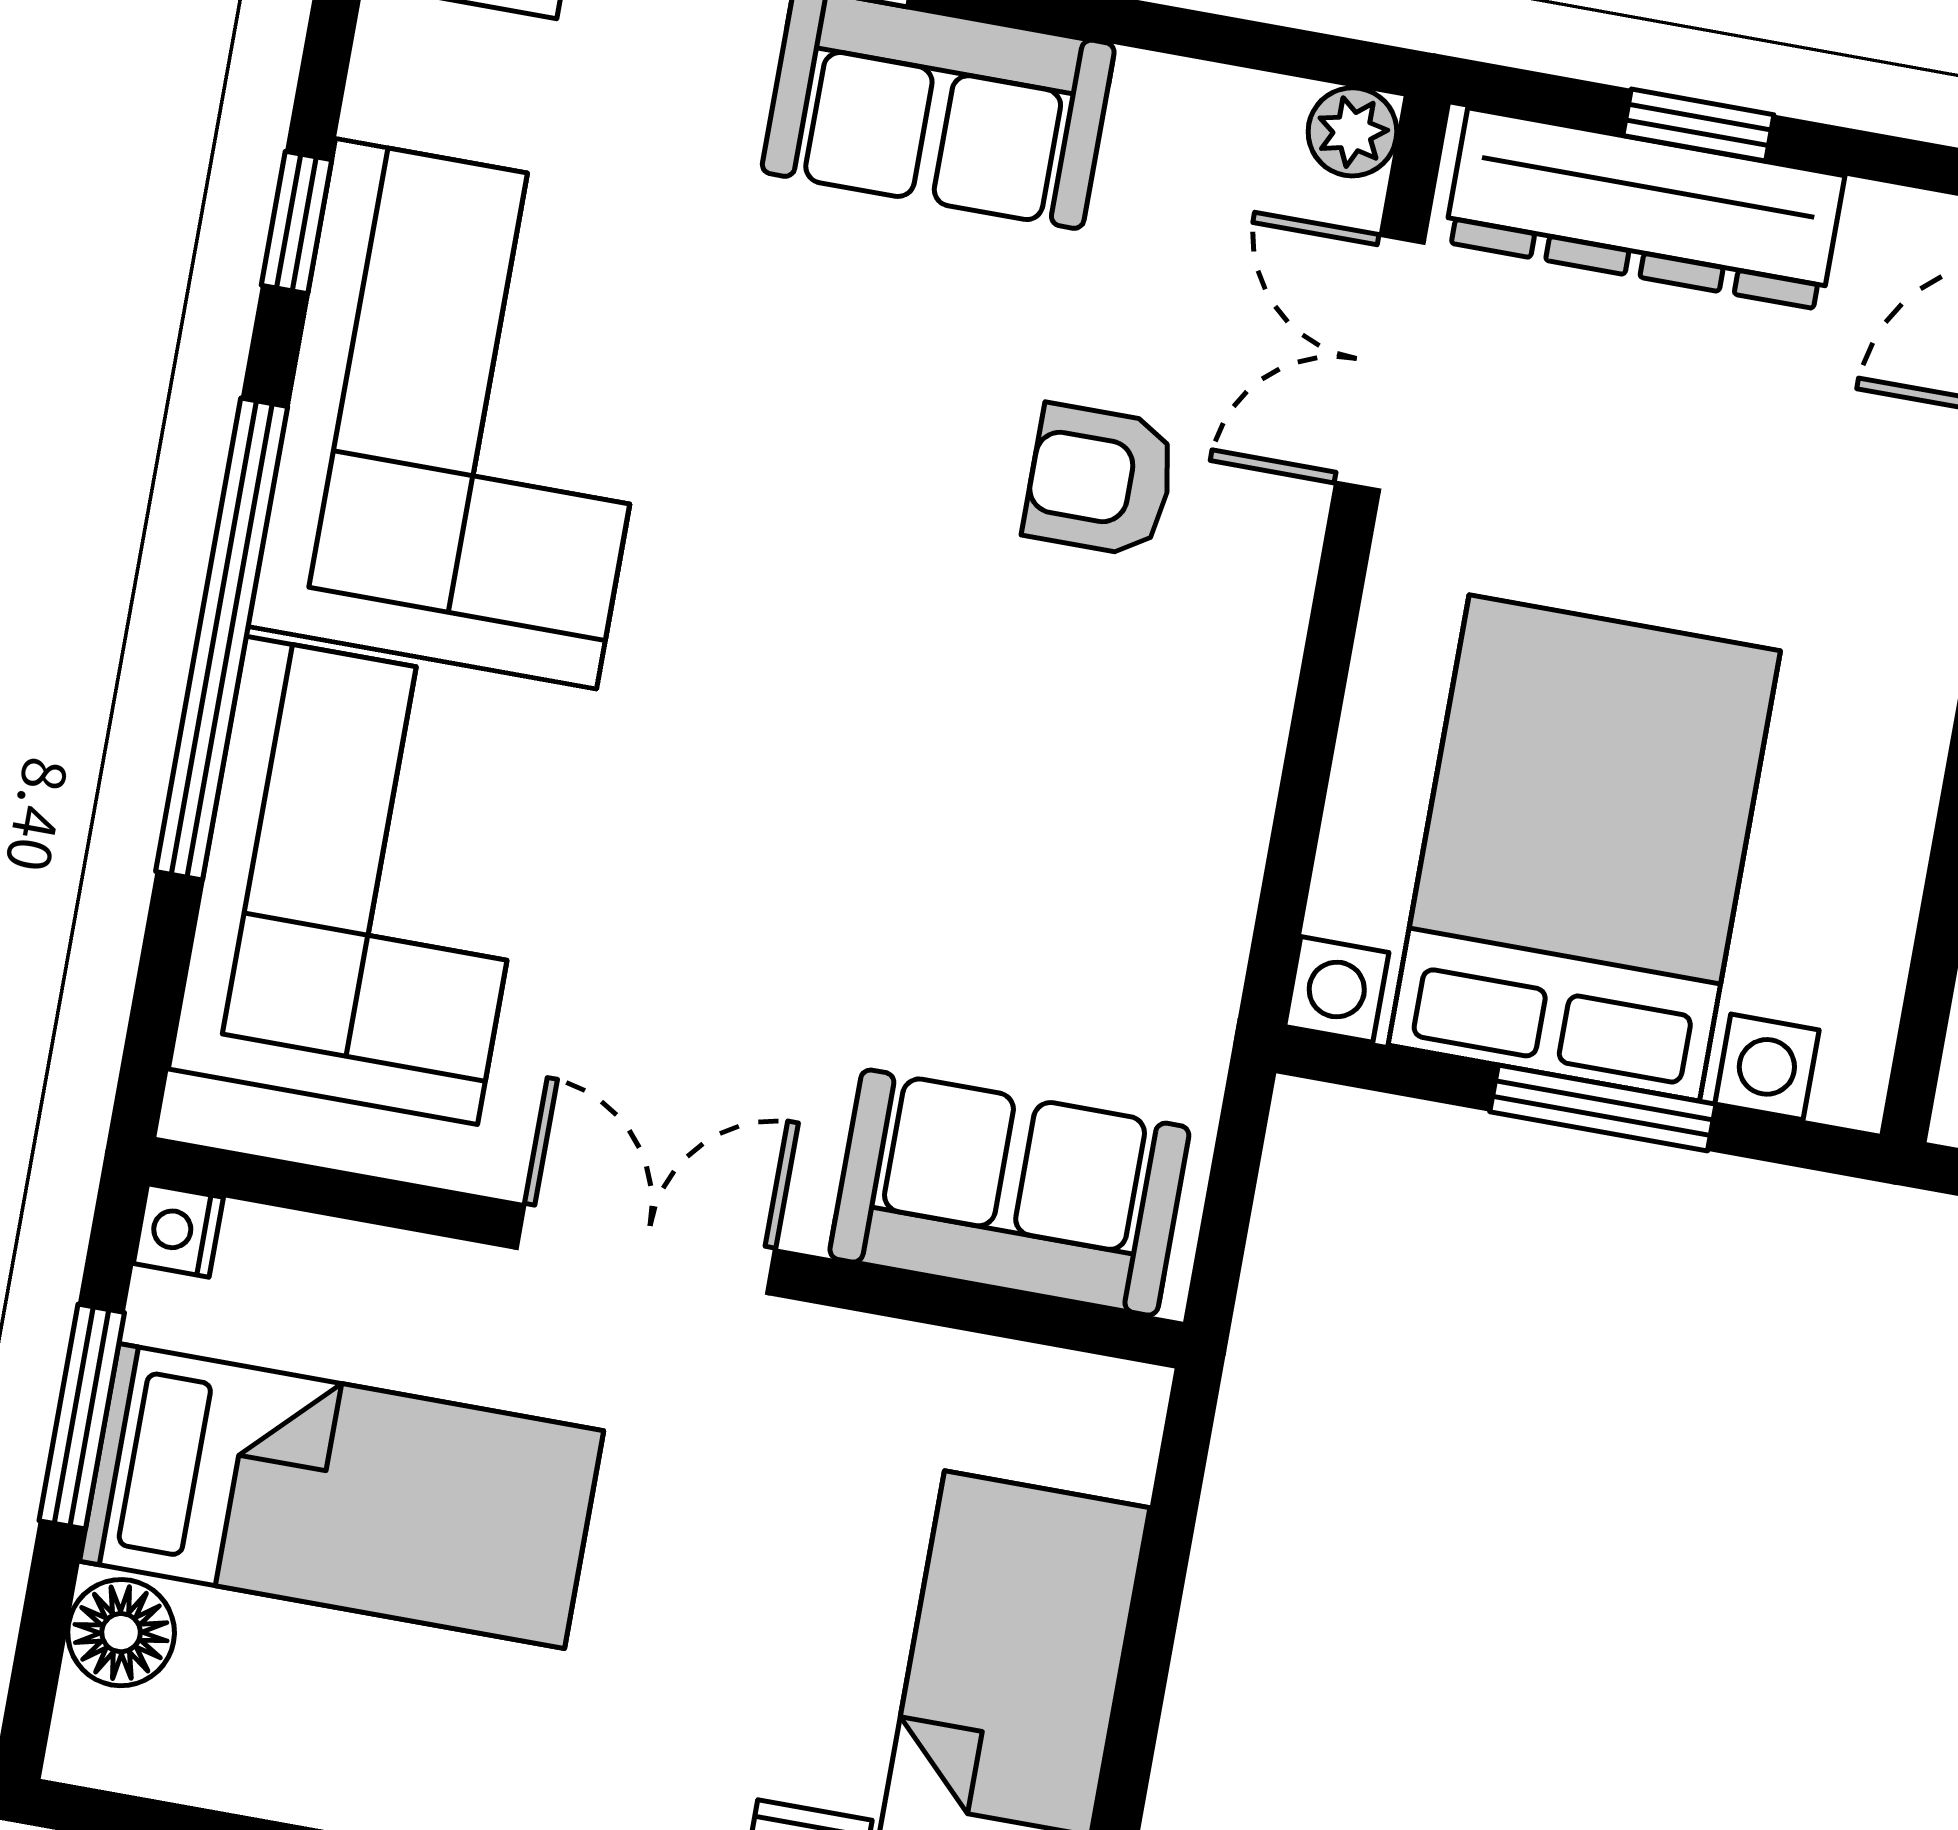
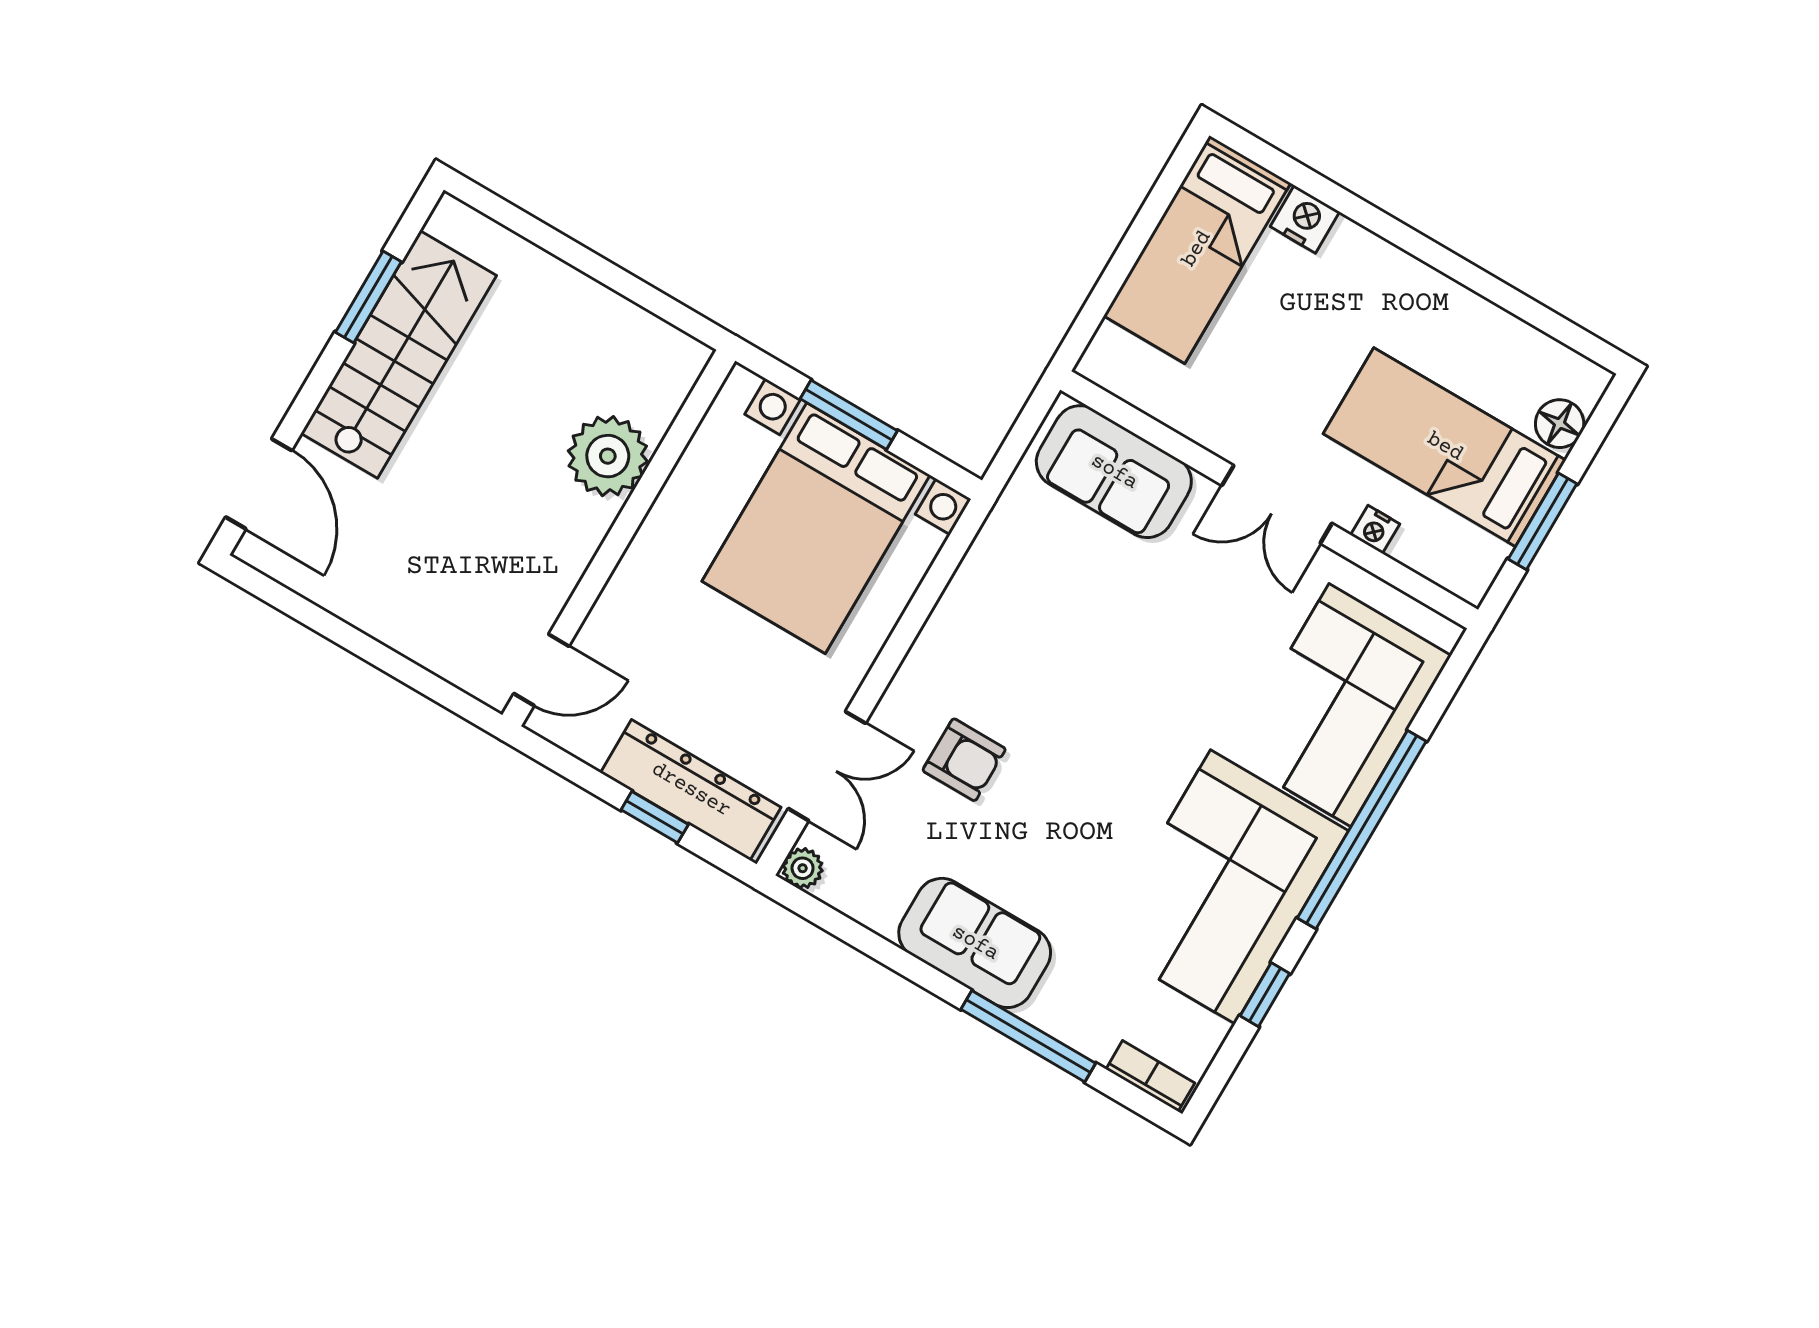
nightstand: (178, 1230) -> (1375, 529), moved, turned 90

